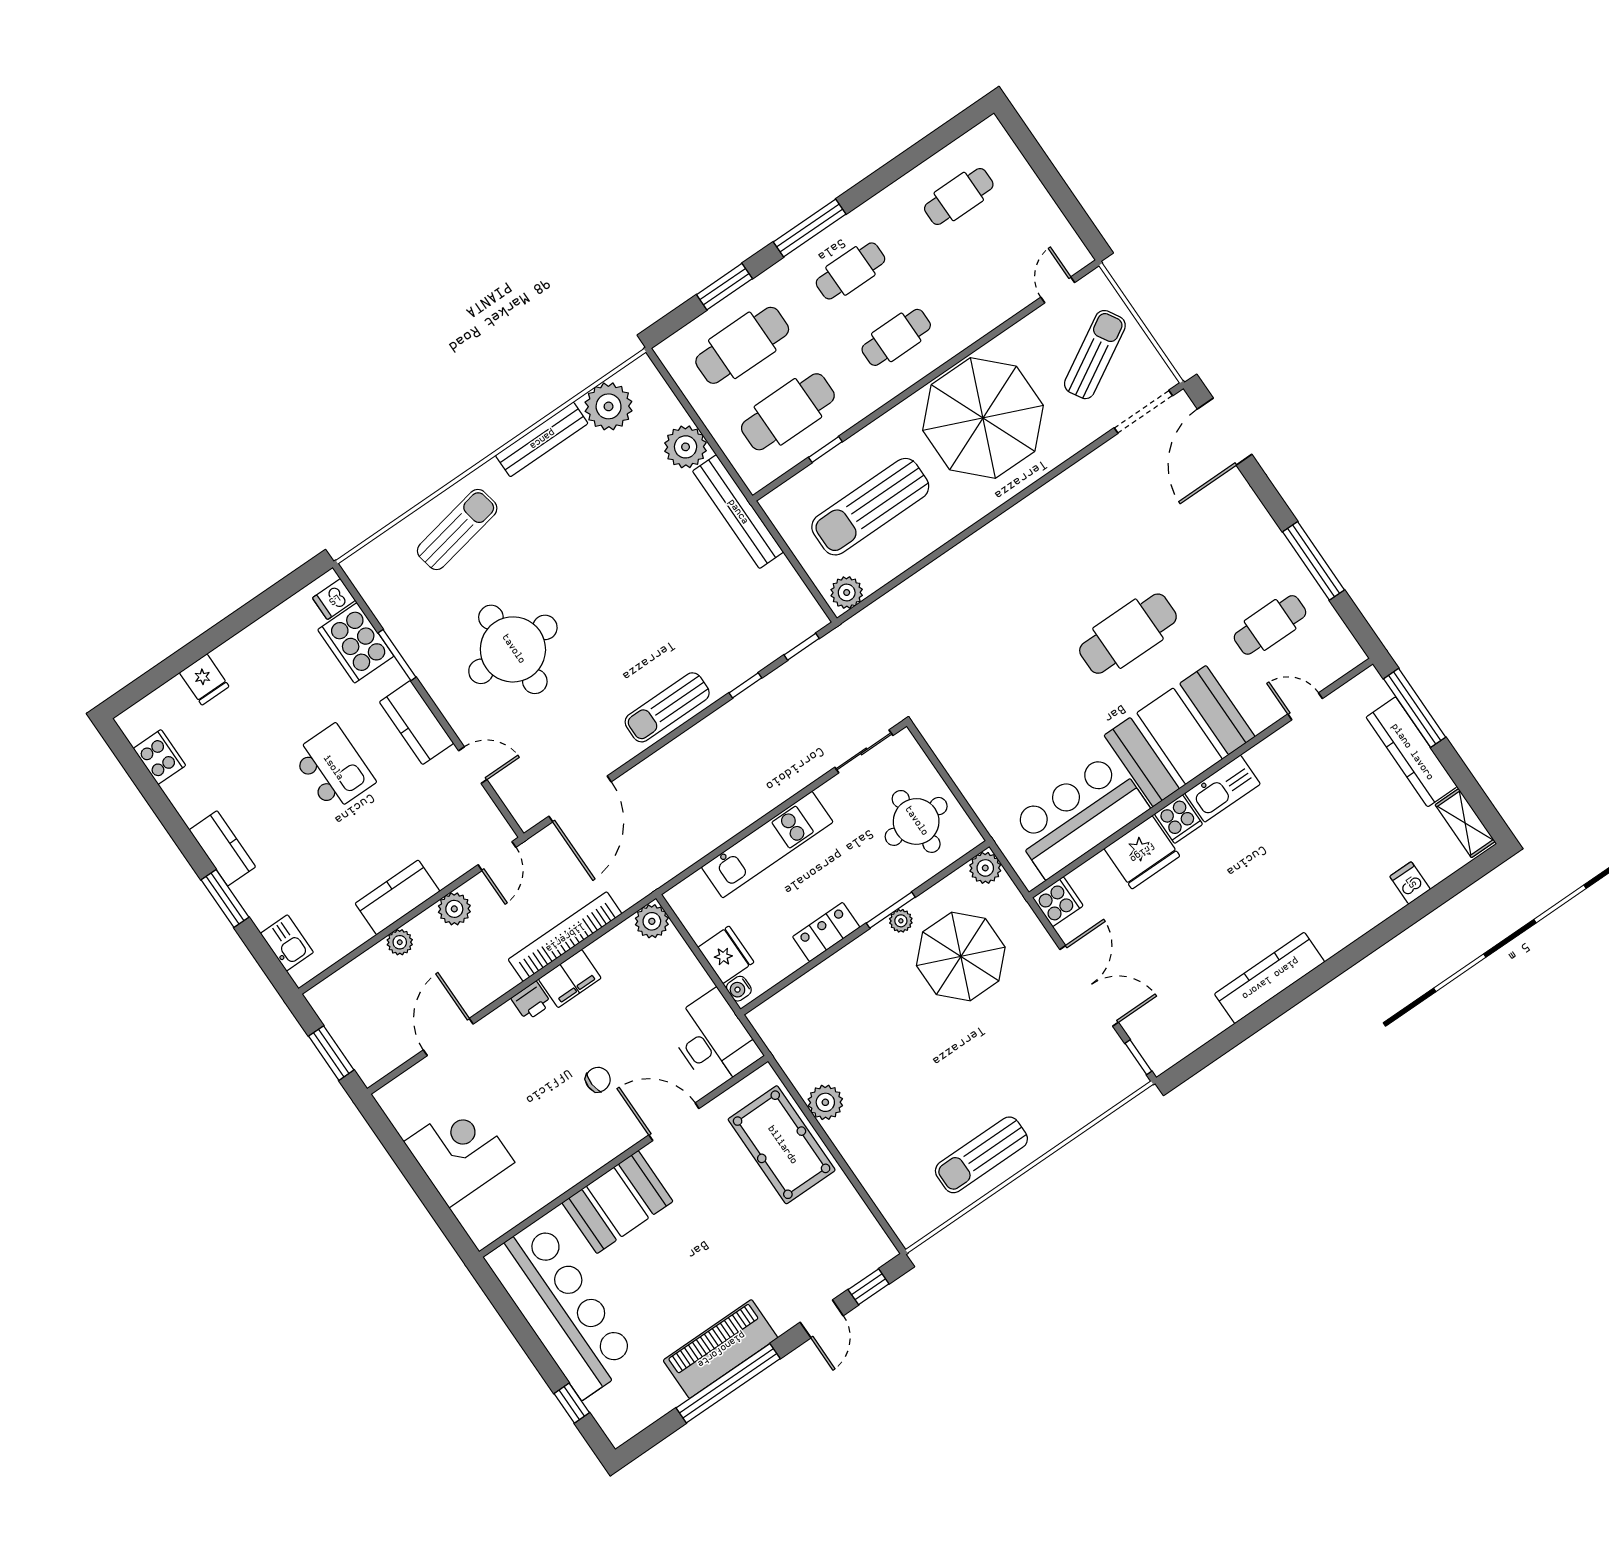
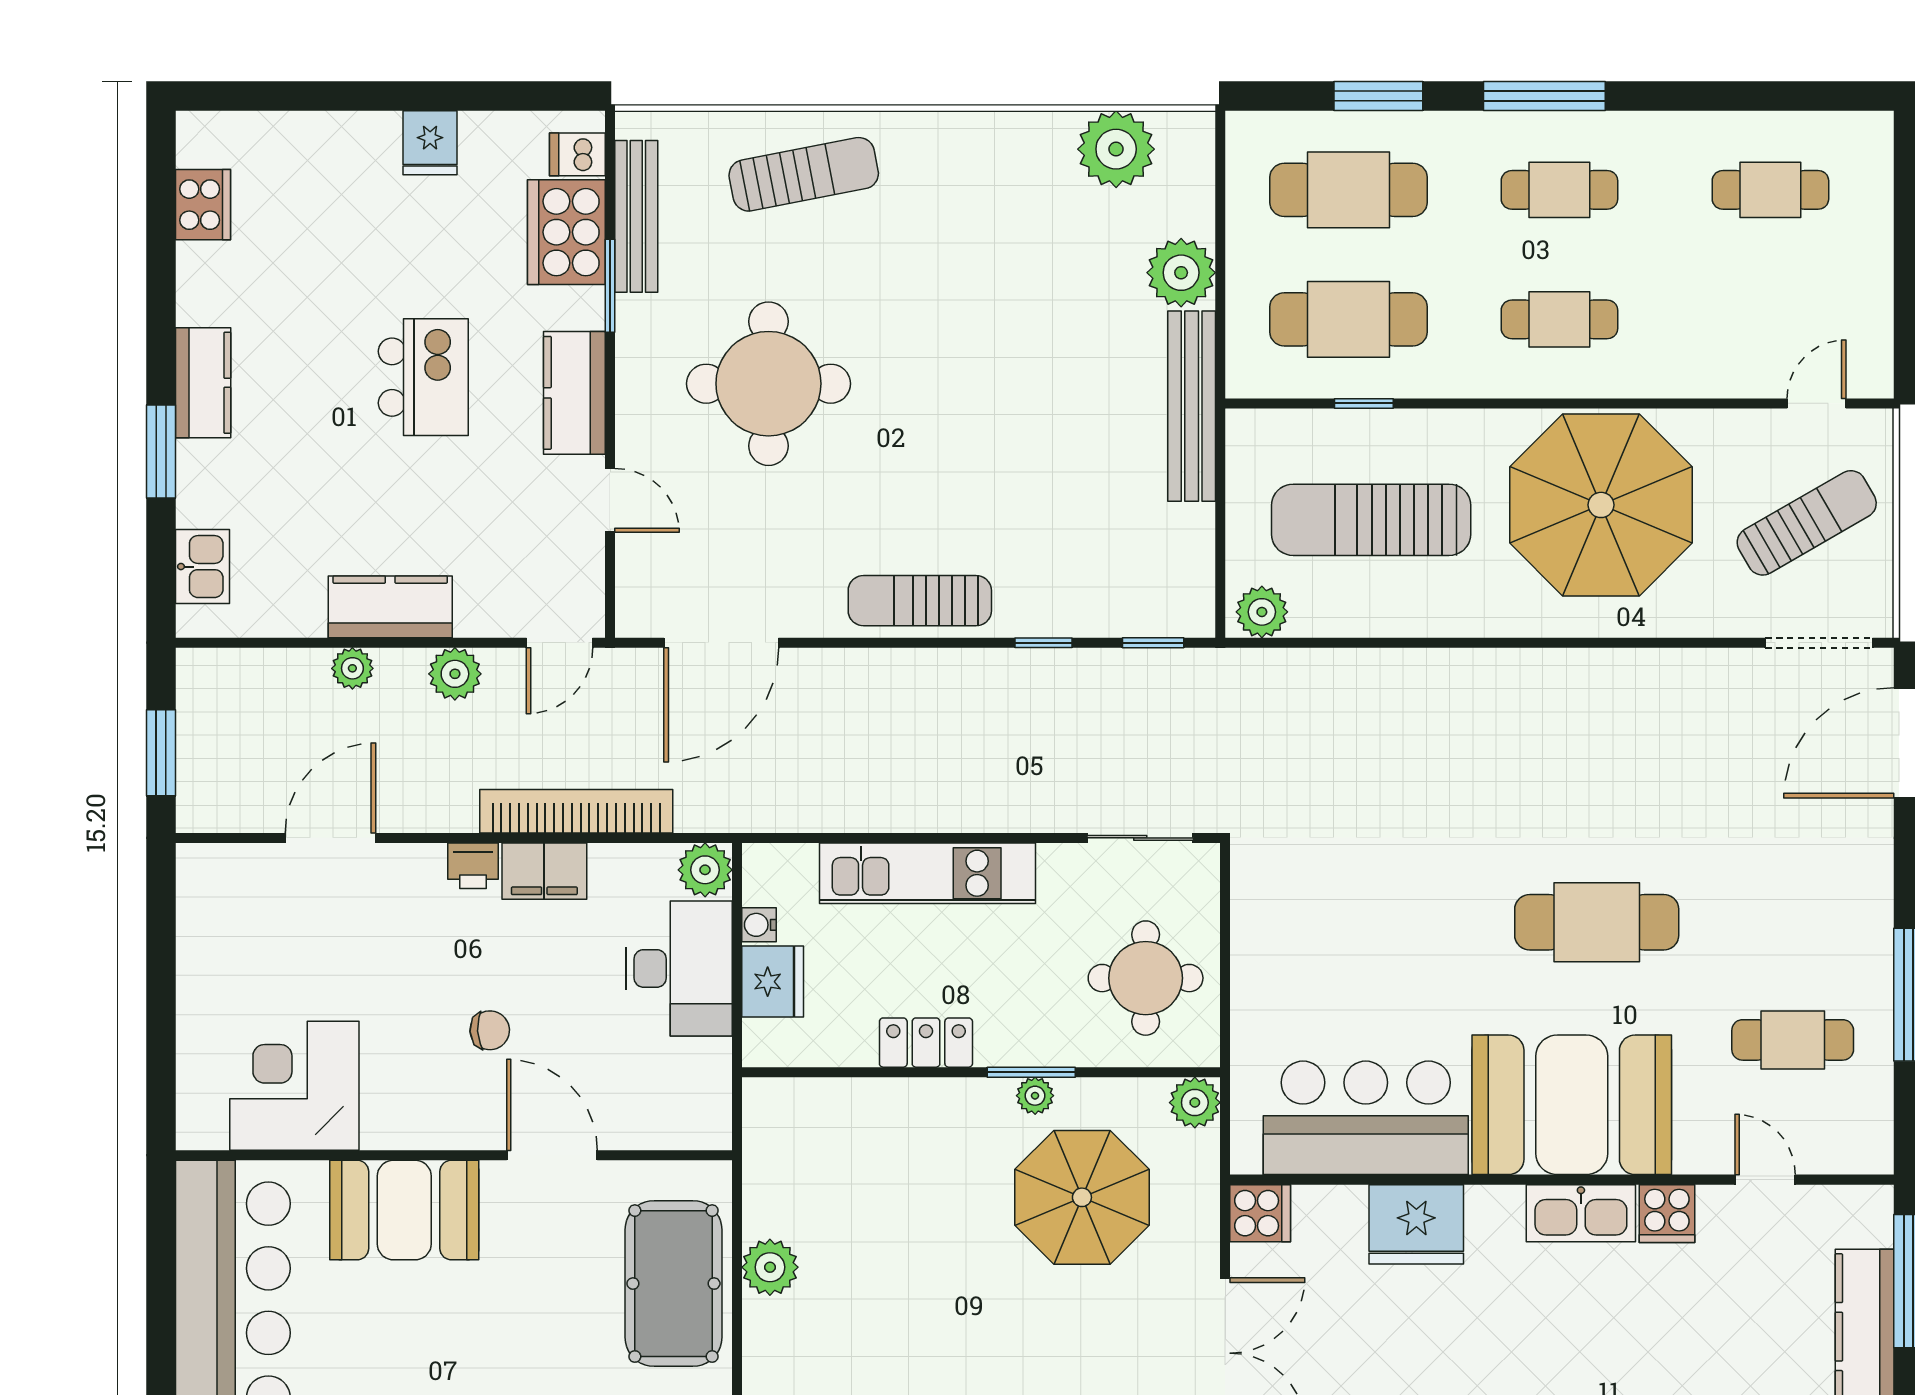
bench: (542, 439) -> (636, 216), moved, turned 90
fridge: (204, 679) -> (430, 143), moved
cooker: (1178, 819) -> (1667, 1214), moved
water cooler: (739, 989) -> (759, 925), moved
desk: (713, 1040) -> (679, 968), moved
corner desk: (459, 1152) -> (294, 1086), moved, turned -90

